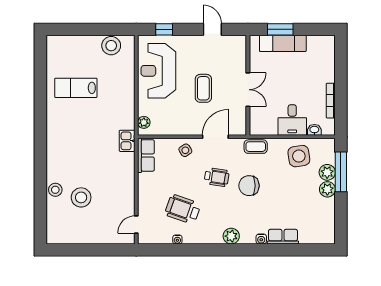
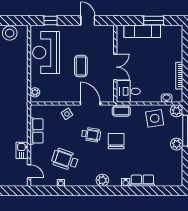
window: (280, 29) -> (154, 21), moved
desk: (292, 120) -> (128, 91), moved, turned 90
door: (215, 137) -> (90, 103), hinge flipped
kitchen sink: (127, 141) -> (22, 150), moved
row of seats: (146, 155) -> (37, 131), moved
plant: (327, 172) -> (177, 111), moved
chair: (249, 186) -> (116, 141), turned 90
door: (136, 225) -> (29, 171), swing flipped

